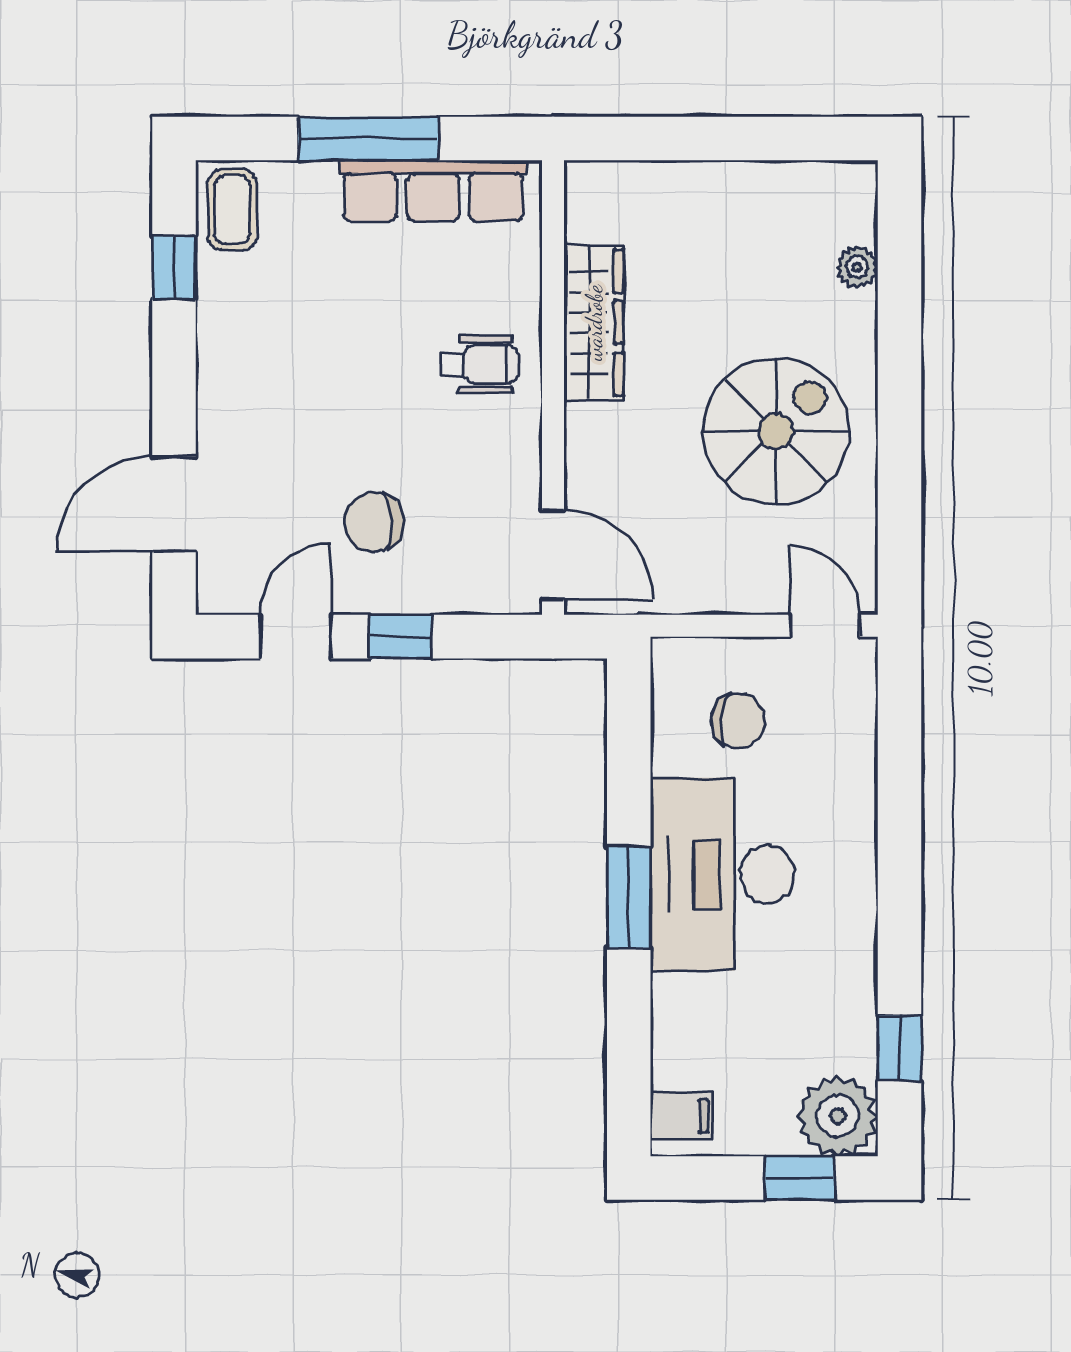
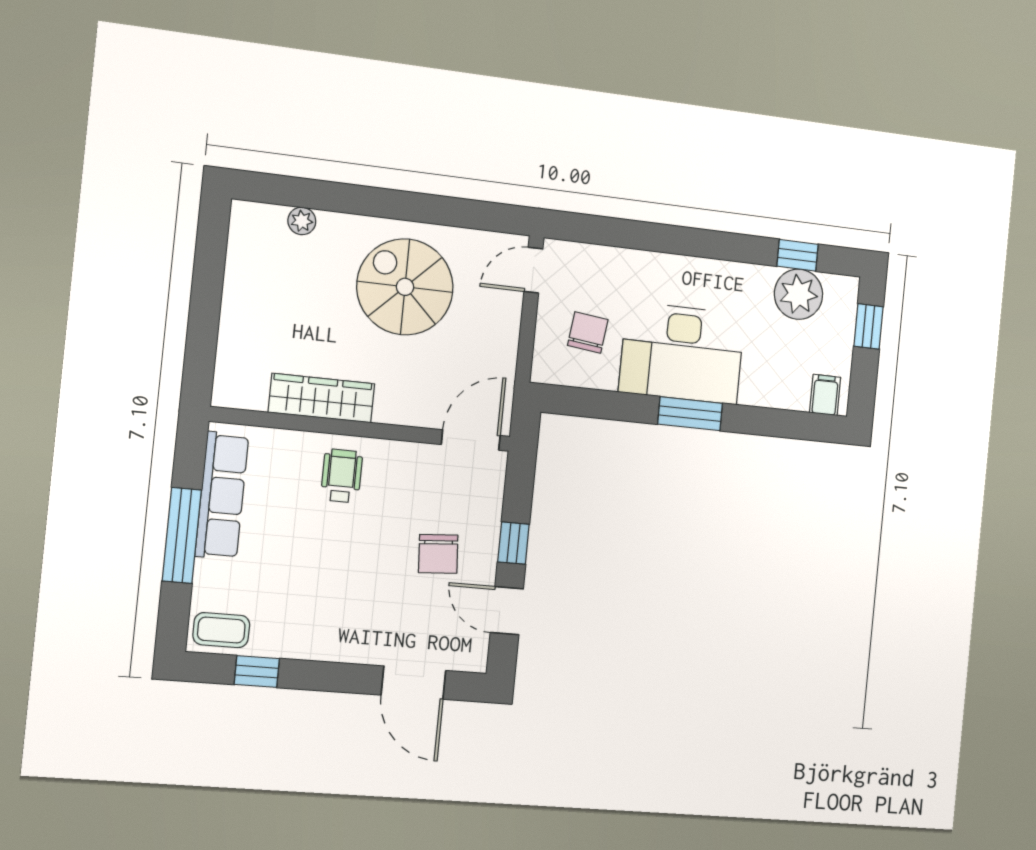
plant: (838, 1116) -> (799, 294), moved

